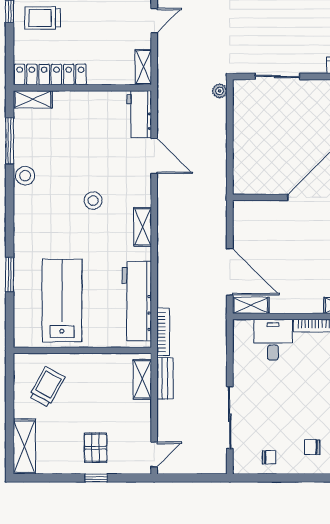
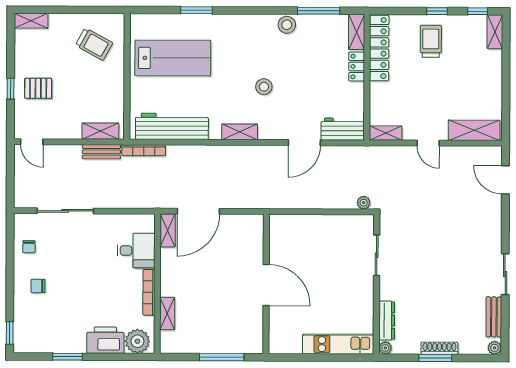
locker: (71, 99) -> (357, 67), added
shelving: (24, 447) -> (31, 21), width x0.67, depth x0.75
chair: (312, 447) -> (38, 286), turned -90

